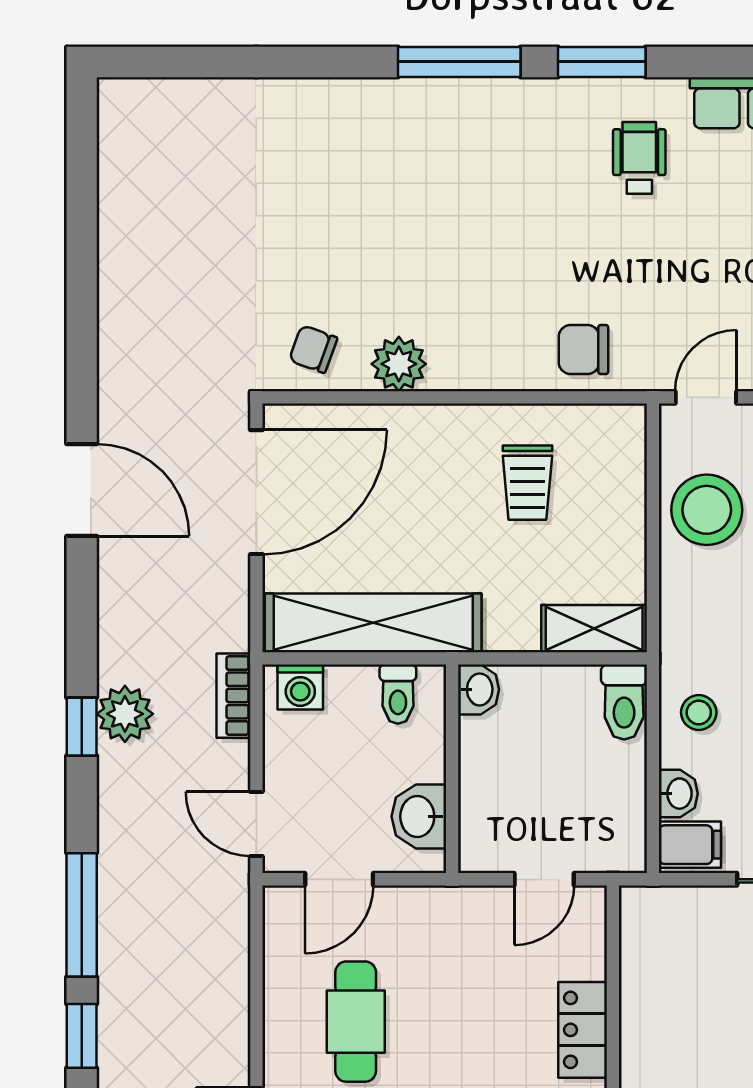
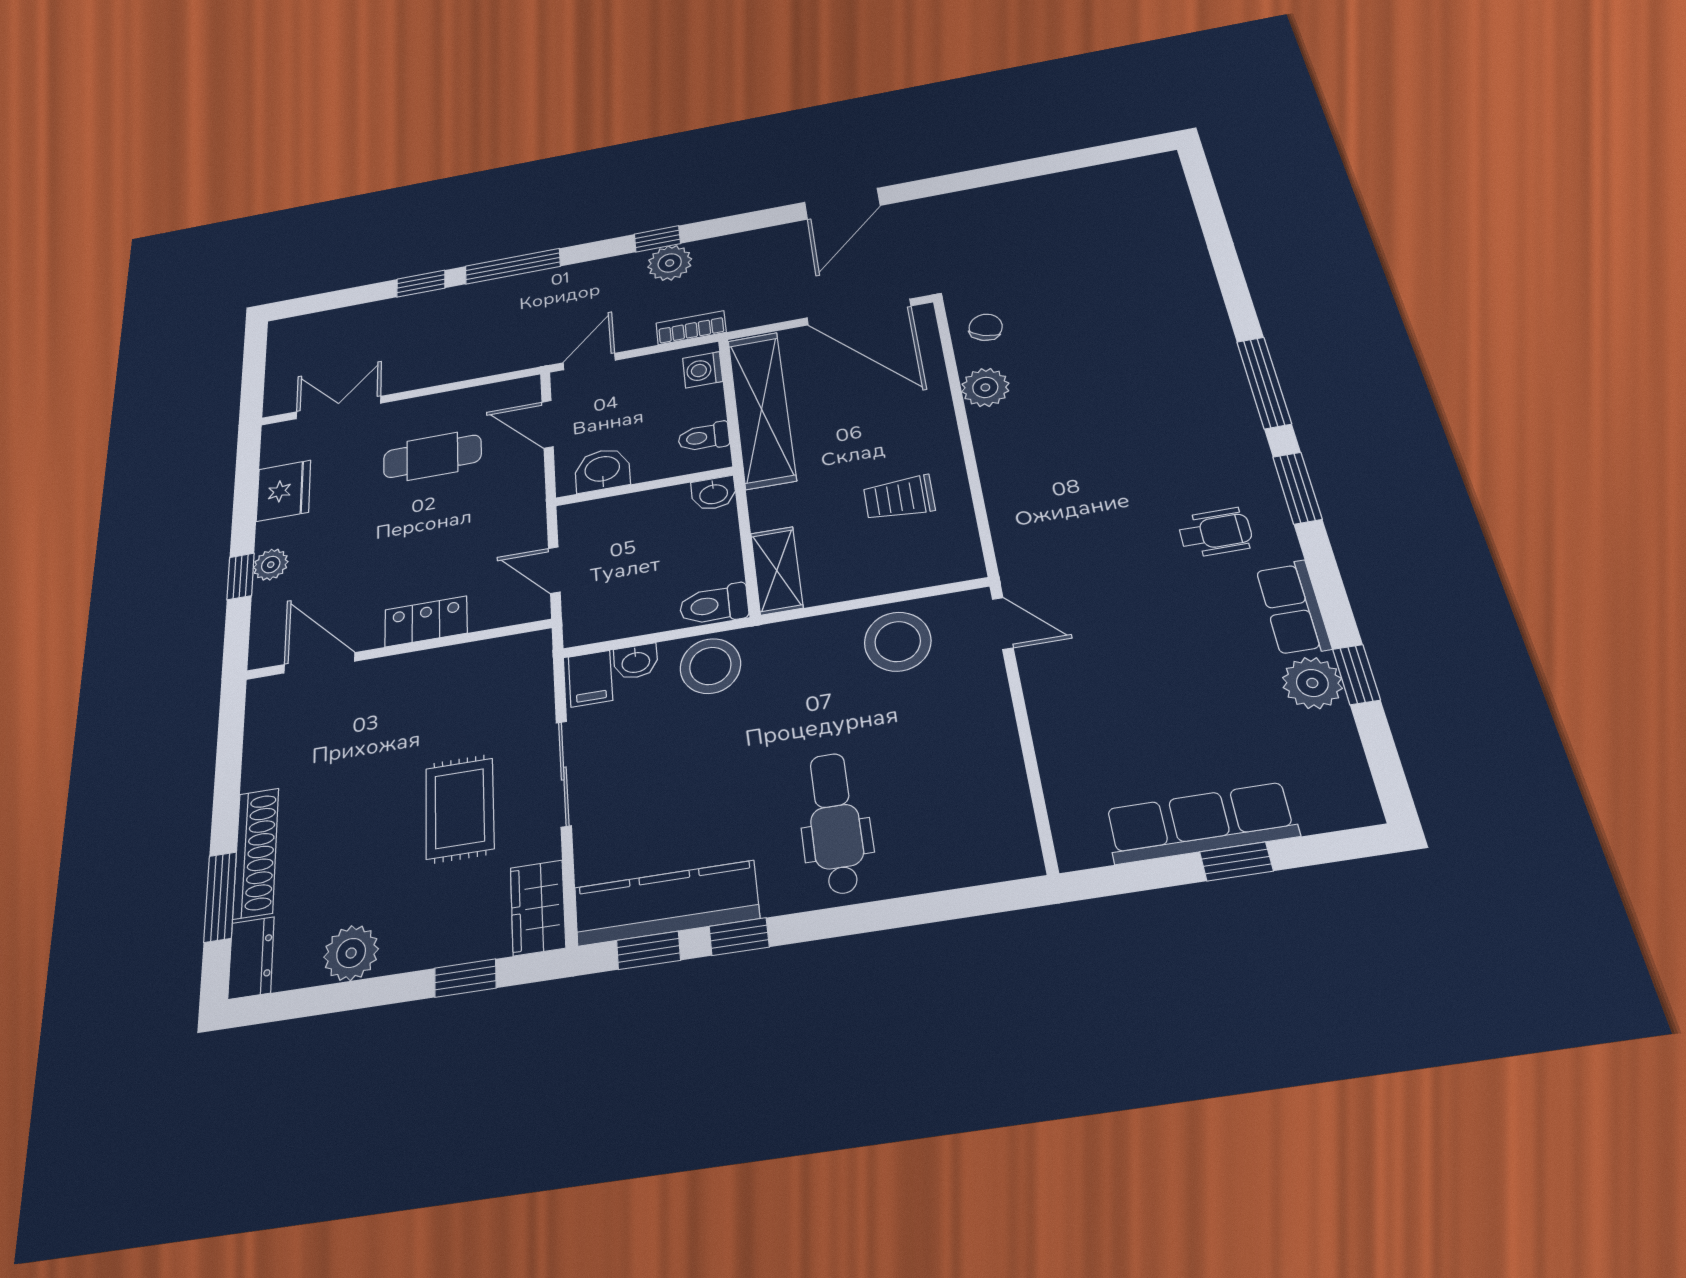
chair: (584, 350) -> (1027, 519), removed
stool: (699, 712) -> (710, 666), width x1.89, depth x1.89

